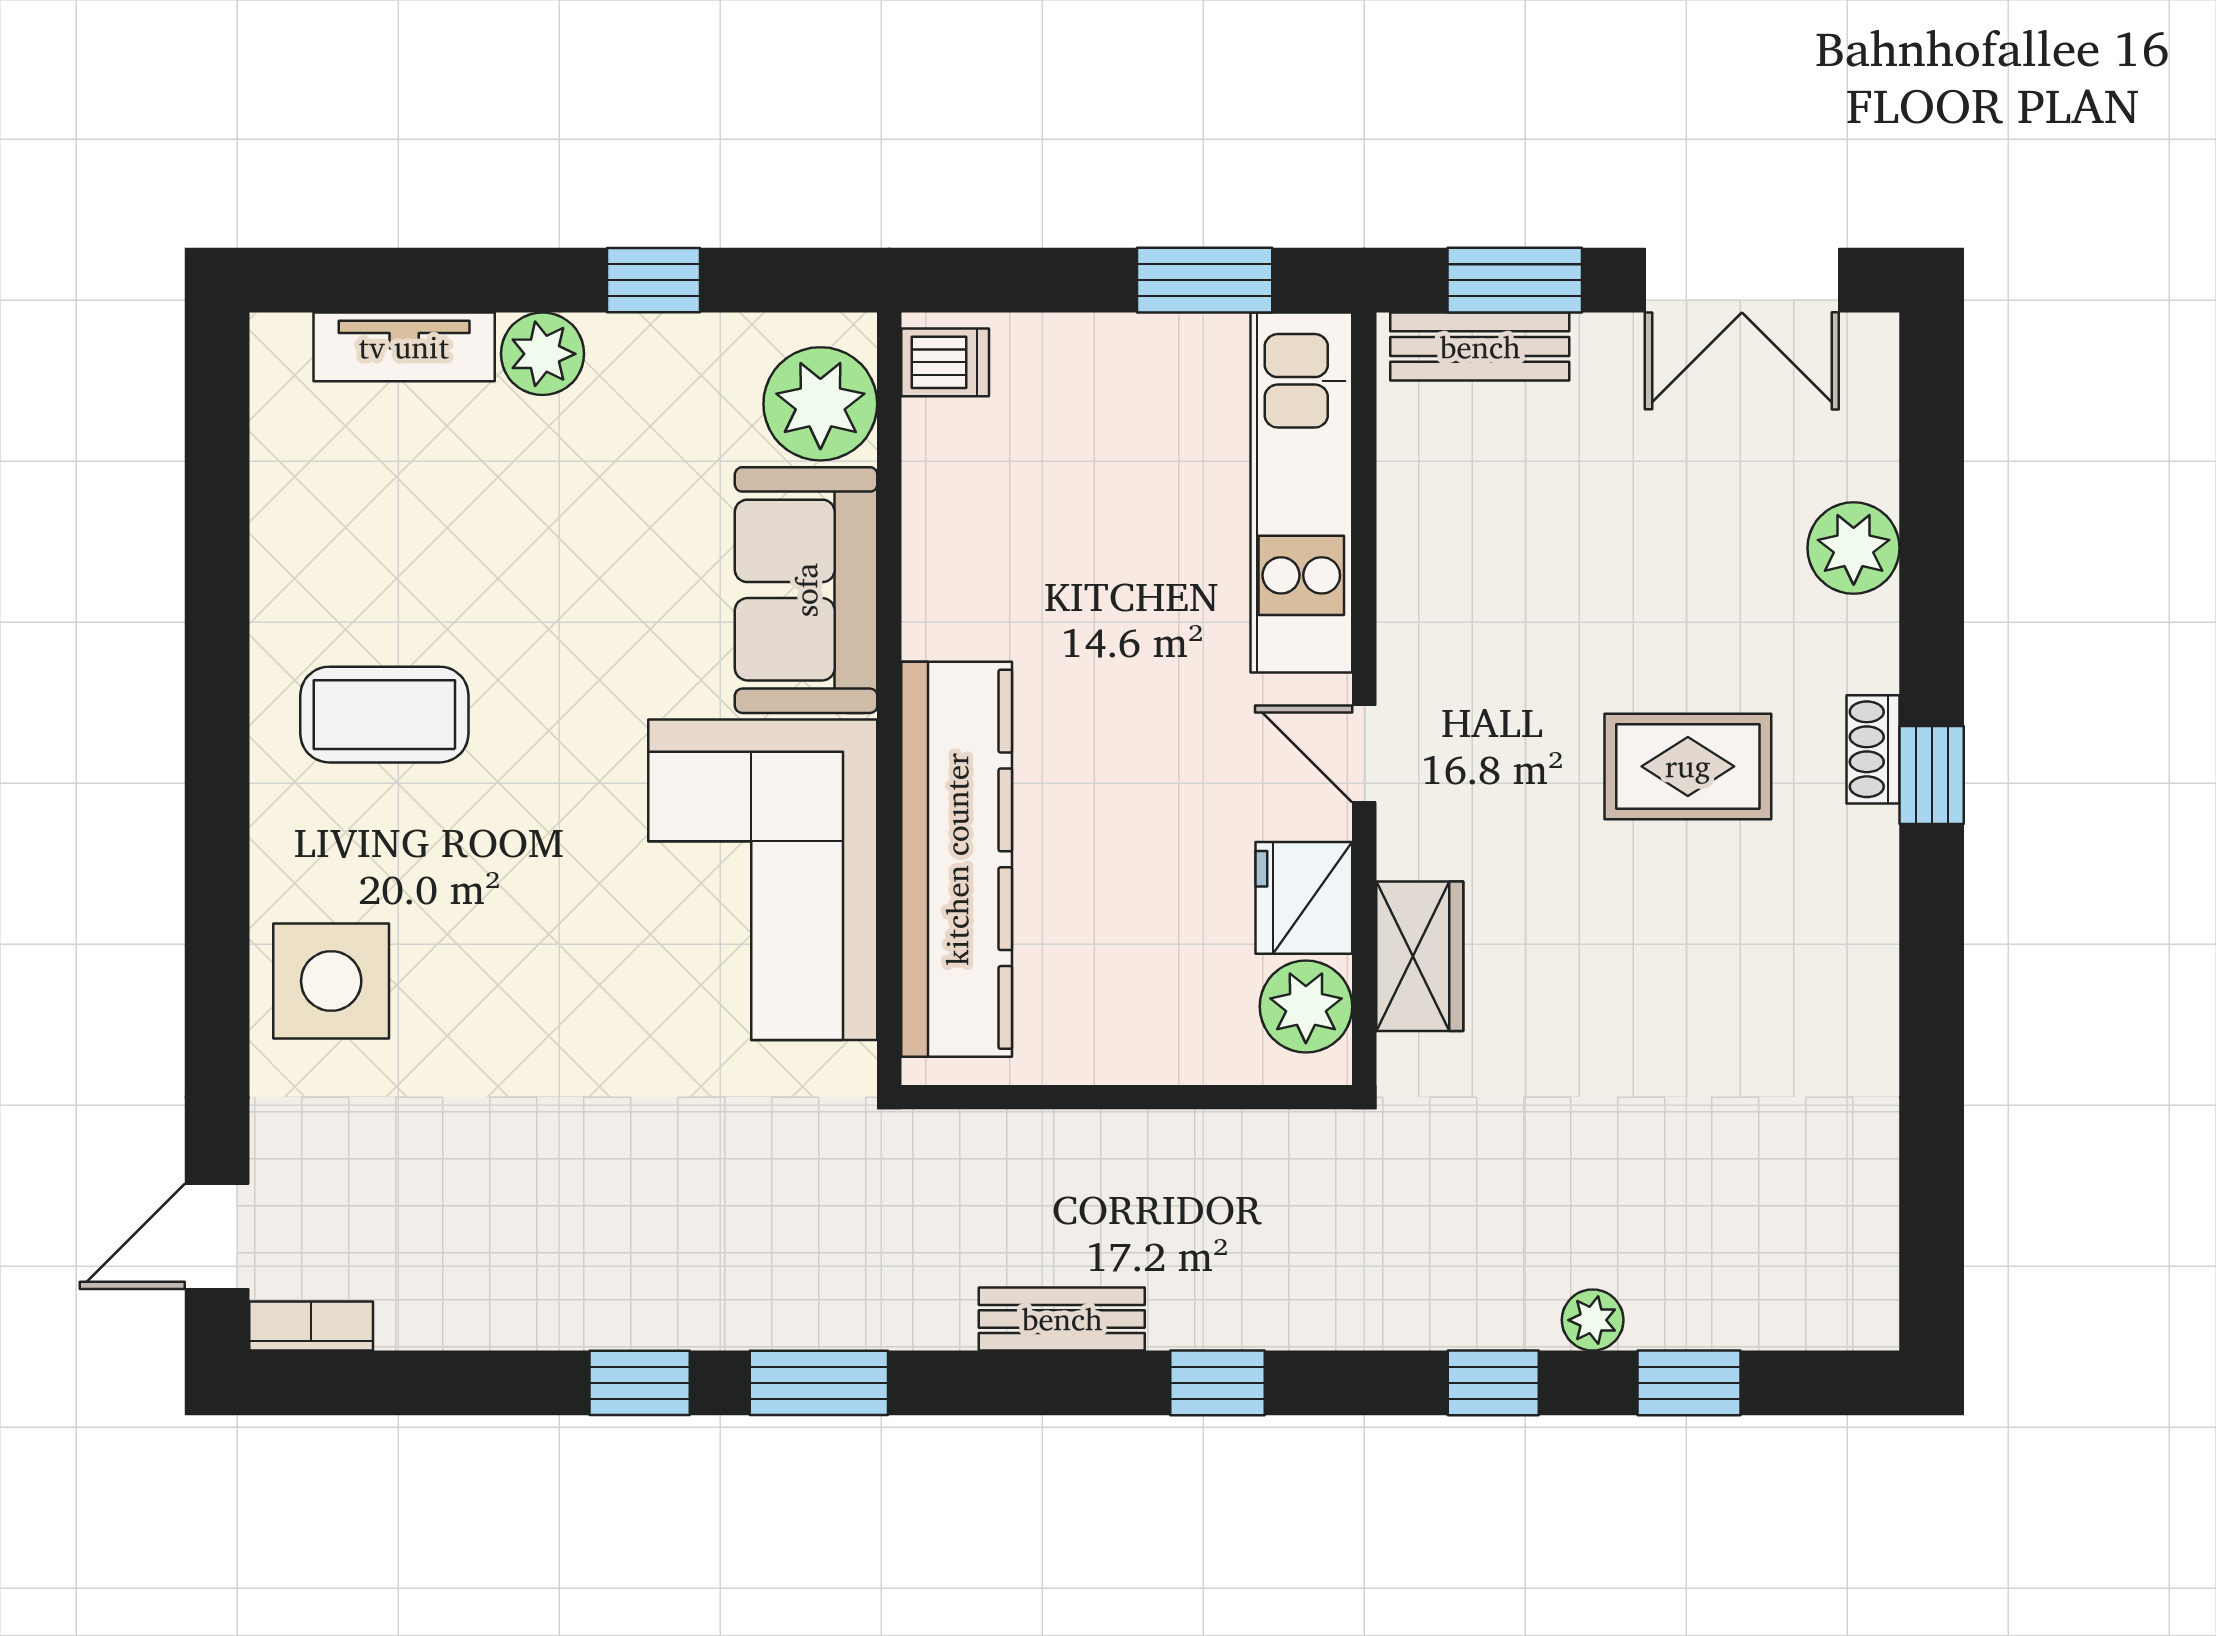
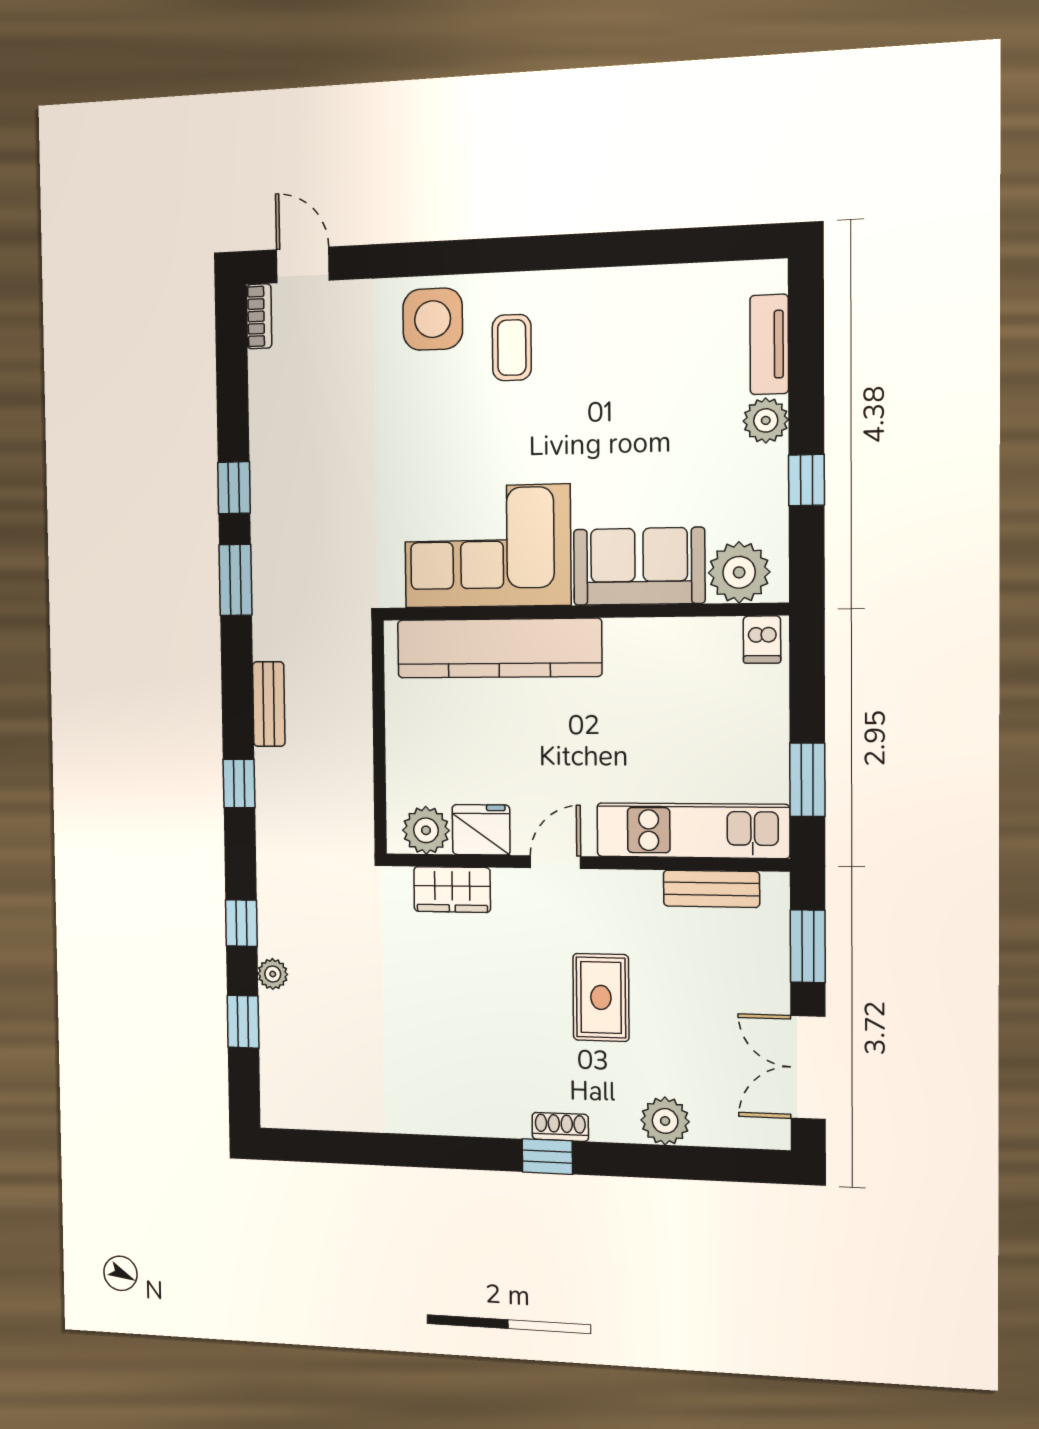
bench: (1480, 347) -> (711, 889), moved, turned 90
coffee table: (384, 715) -> (512, 348), moved, width x0.73, depth x0.77
rug: (1688, 766) -> (601, 997), moved

